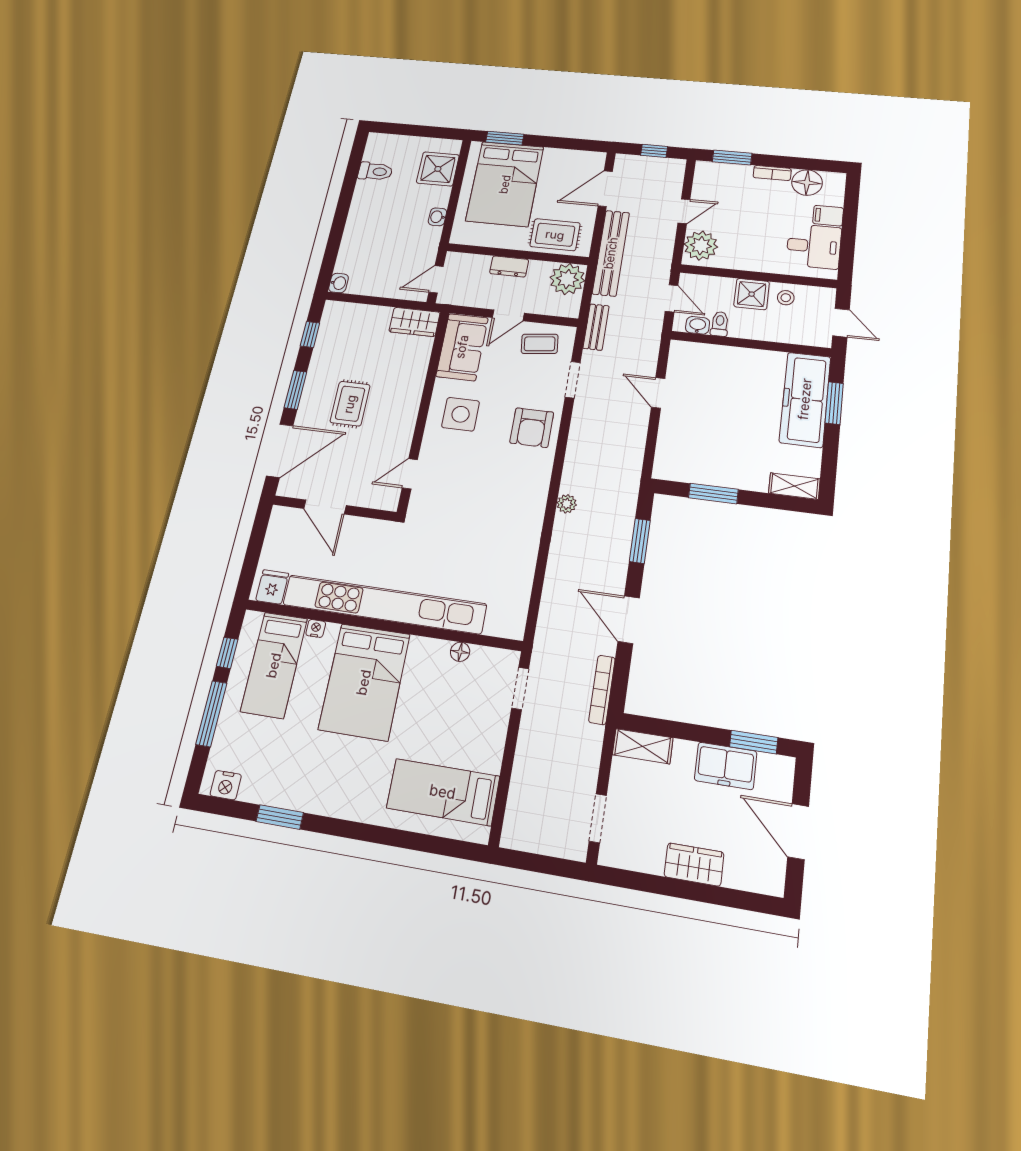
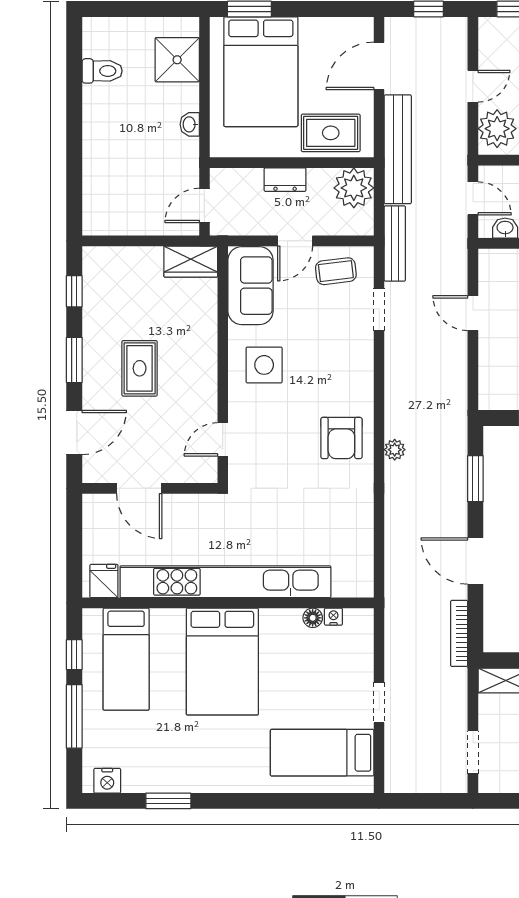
washbasin: (338, 283) -> (92, 223), removed
bench: (596, 327) -> (395, 243), width x1.36
armchair: (532, 428) -> (341, 438), moved
door: (280, 451) -> (74, 432), width x0.73
nightstand: (316, 628) -> (333, 617), moved
doorway: (520, 688) -> (379, 703), moved

